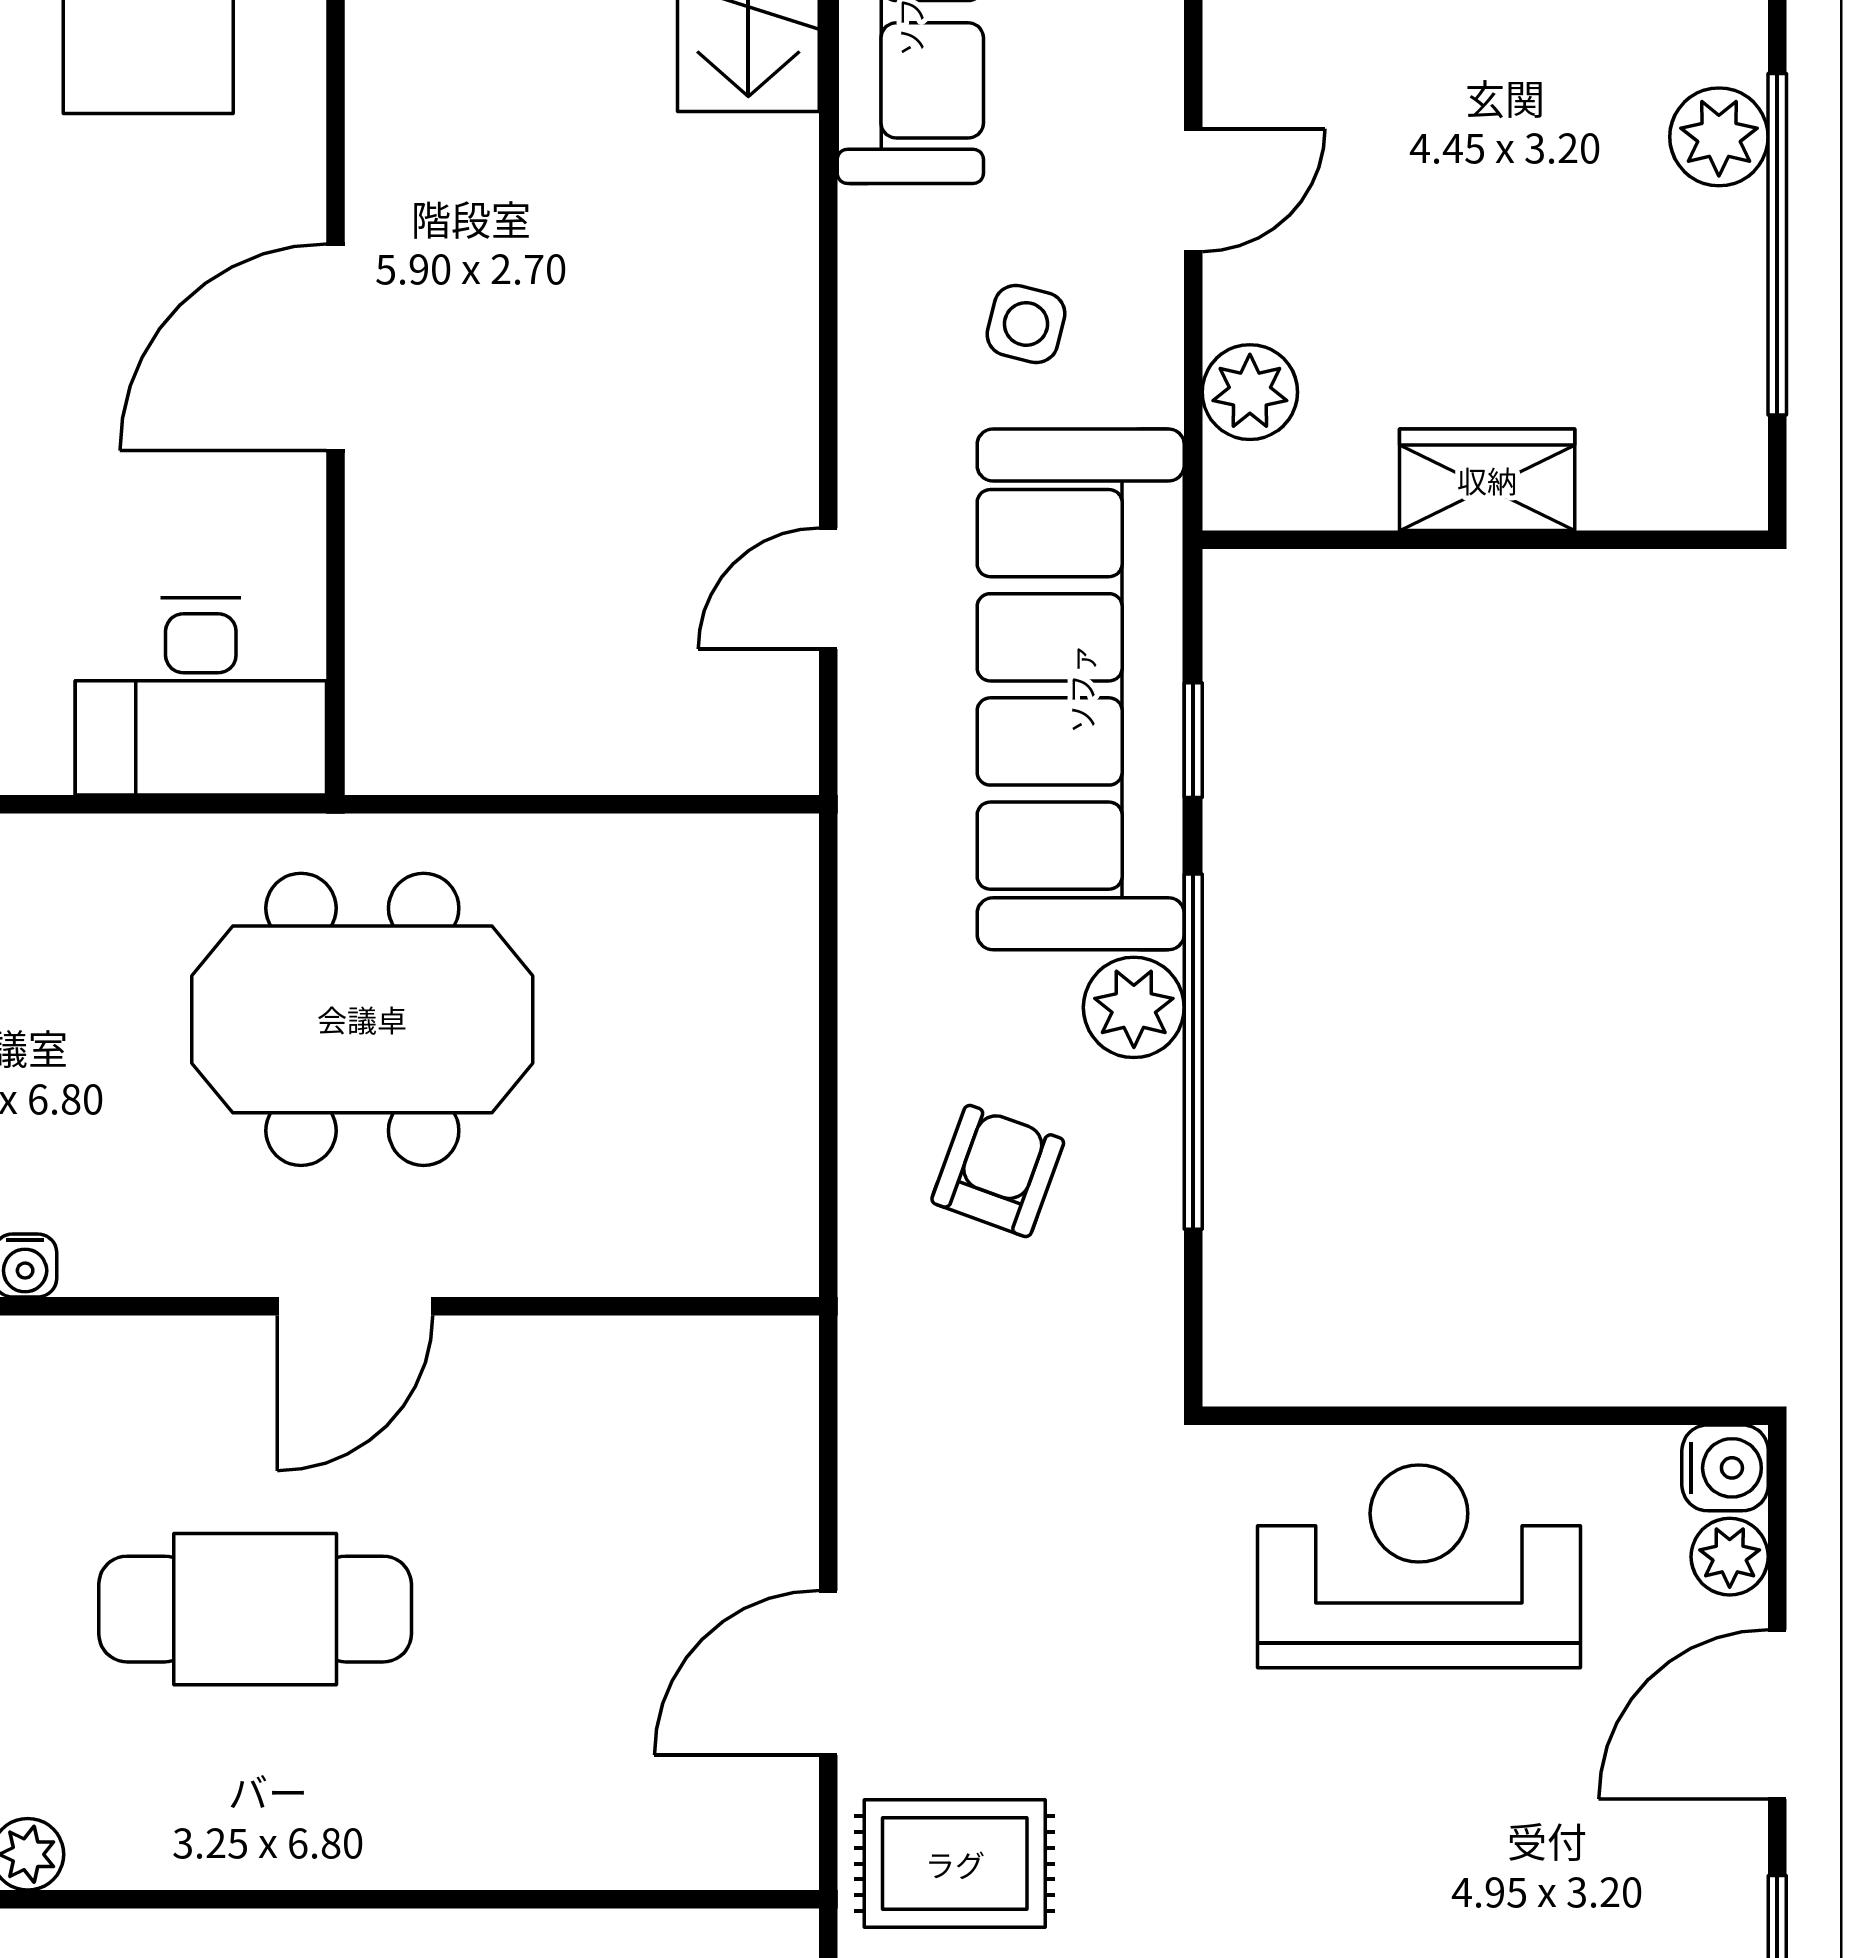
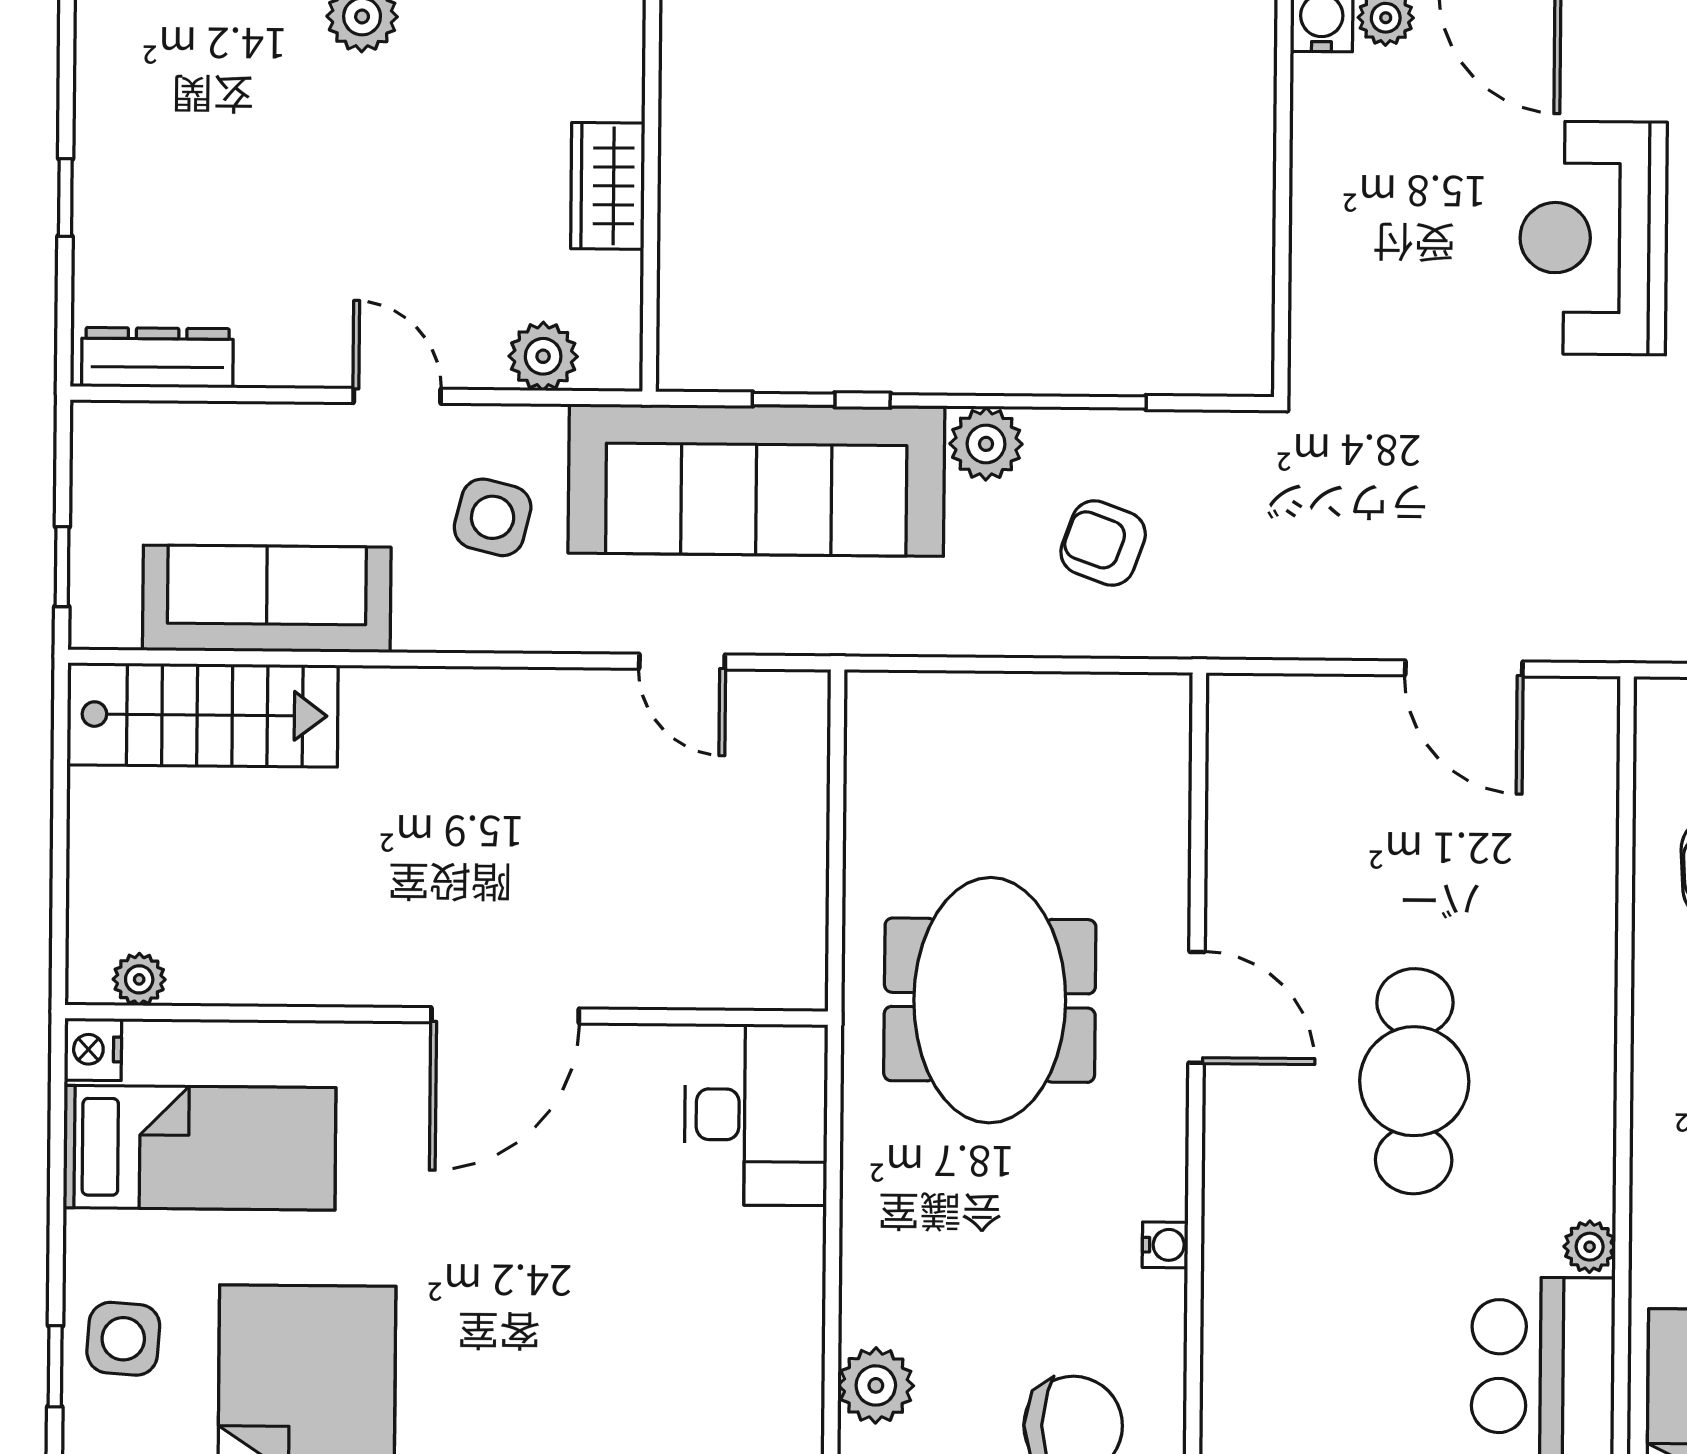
side table: (1026, 324) -> (493, 517), width x1.37, depth x1.37
door: (335, 347) -> (505, 1015), hinge flipped
reception desk: (1419, 1566) -> (1593, 238), moved
rug: (955, 1864) -> (1602, 578), removed

